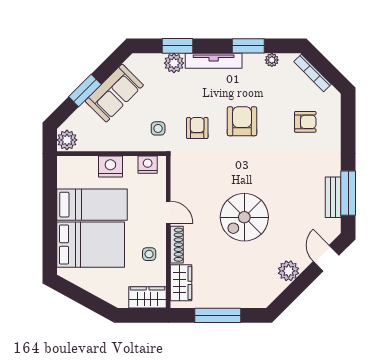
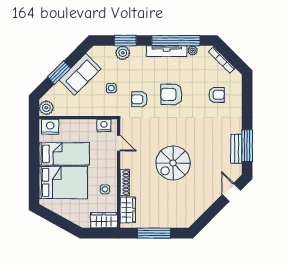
window: (248, 46) -> (176, 41), width x2.11
tv unit: (214, 61) -> (167, 51), moved
armchair: (242, 121) -> (171, 94), turned -90
side table: (158, 128) -> (111, 88), moved
armchair: (197, 128) -> (139, 99), turned -90
nightstand: (110, 166) -> (50, 127), moved
door: (168, 212) -> (119, 143), moved
plant: (289, 271) -> (205, 201), removed

